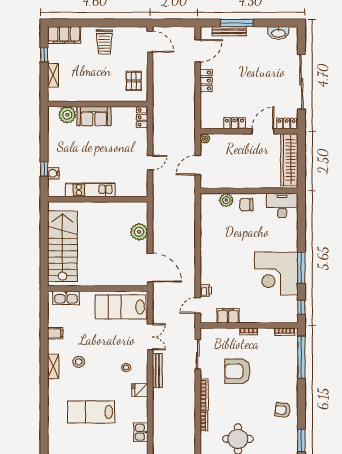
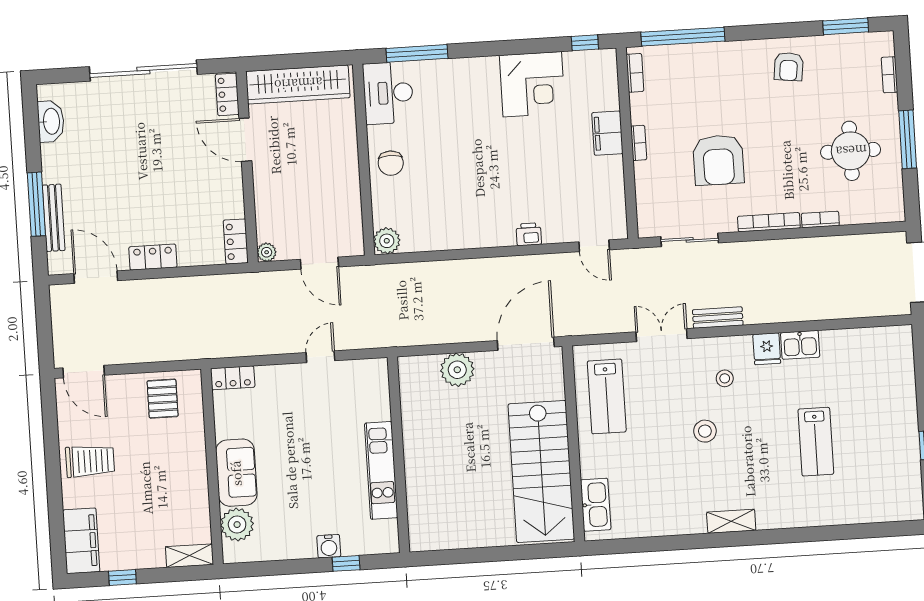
door: (150, 42) -> (84, 372), swing flipped
shelving: (53, 75) -> (189, 556), moved
pallet: (134, 81) -> (163, 399), turned 90
locker: (234, 123) -> (236, 241), moved
door: (150, 163) -> (320, 357), hinge flipped
water cooler: (53, 173) -> (329, 546), moved
plant: (226, 200) -> (387, 241), moved
stairs: (62, 246) -> (541, 471), moved, turned -90
window: (301, 268) -> (417, 53), moved
corner desk: (276, 273) -> (532, 84), width x0.74, depth x0.74
printer: (206, 290) -> (529, 234), moved
lab bench: (121, 307) -> (607, 396), width x0.73, depth x0.72
filing cabinet: (228, 316) -> (607, 133), moved
filing cabinet: (55, 333) -> (666, 521), removed
stool: (79, 362) -> (705, 431), moved
bench: (157, 371) -> (718, 318), width x0.73
lab bench: (91, 412) -> (816, 442), width x0.73, depth x0.72
kitchen sink: (141, 432) -> (800, 345), moved

